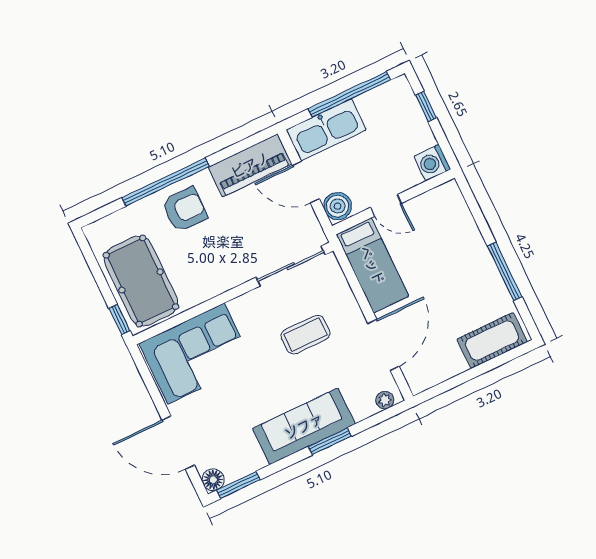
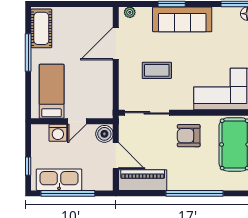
kitchen sink: (326, 130) -> (59, 180), moved
washing machine: (432, 163) -> (58, 133), moved, turned 90
door: (386, 205) -> (77, 121), swing flipped
armchair: (185, 210) -> (189, 136), moved
bed: (372, 265) -> (52, 91), moved
cot: (492, 340) -> (41, 28), moved, turned 90

